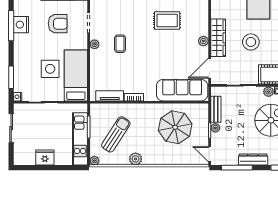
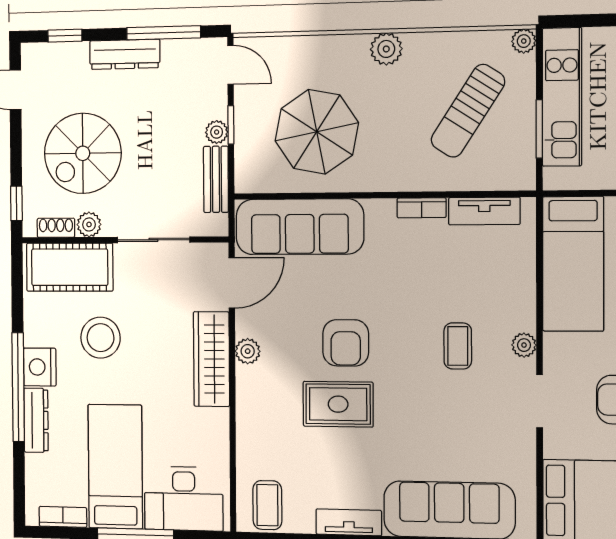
stool: (251, 42) -> (101, 338), moved
armchair: (164, 45) -> (346, 343), added
plant: (135, 159) -> (386, 49), moved

